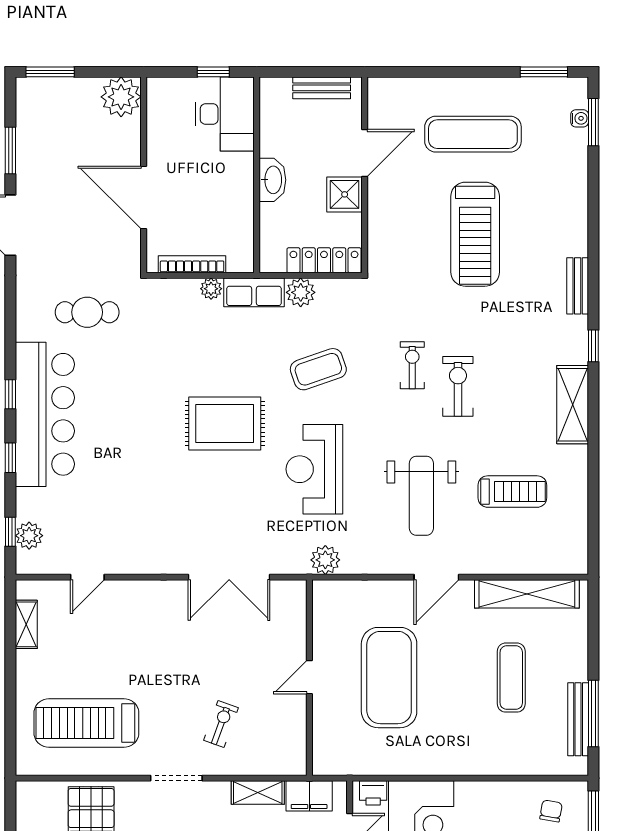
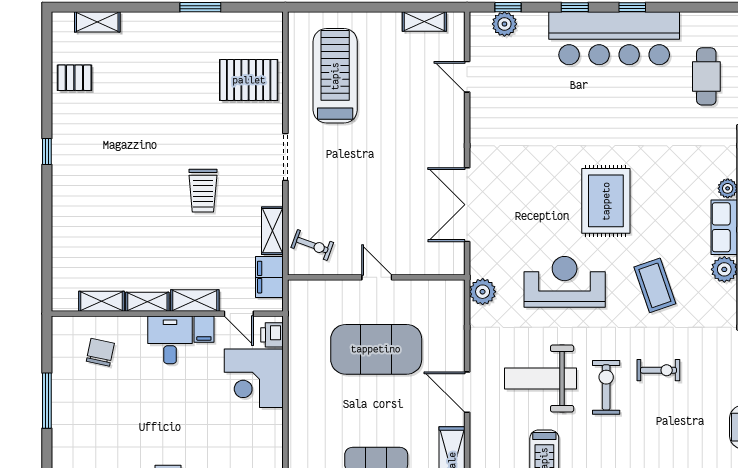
exercise bike: (458, 386) -> (606, 387), moved, turned -90
exercise bike: (221, 724) -> (312, 245), moved

